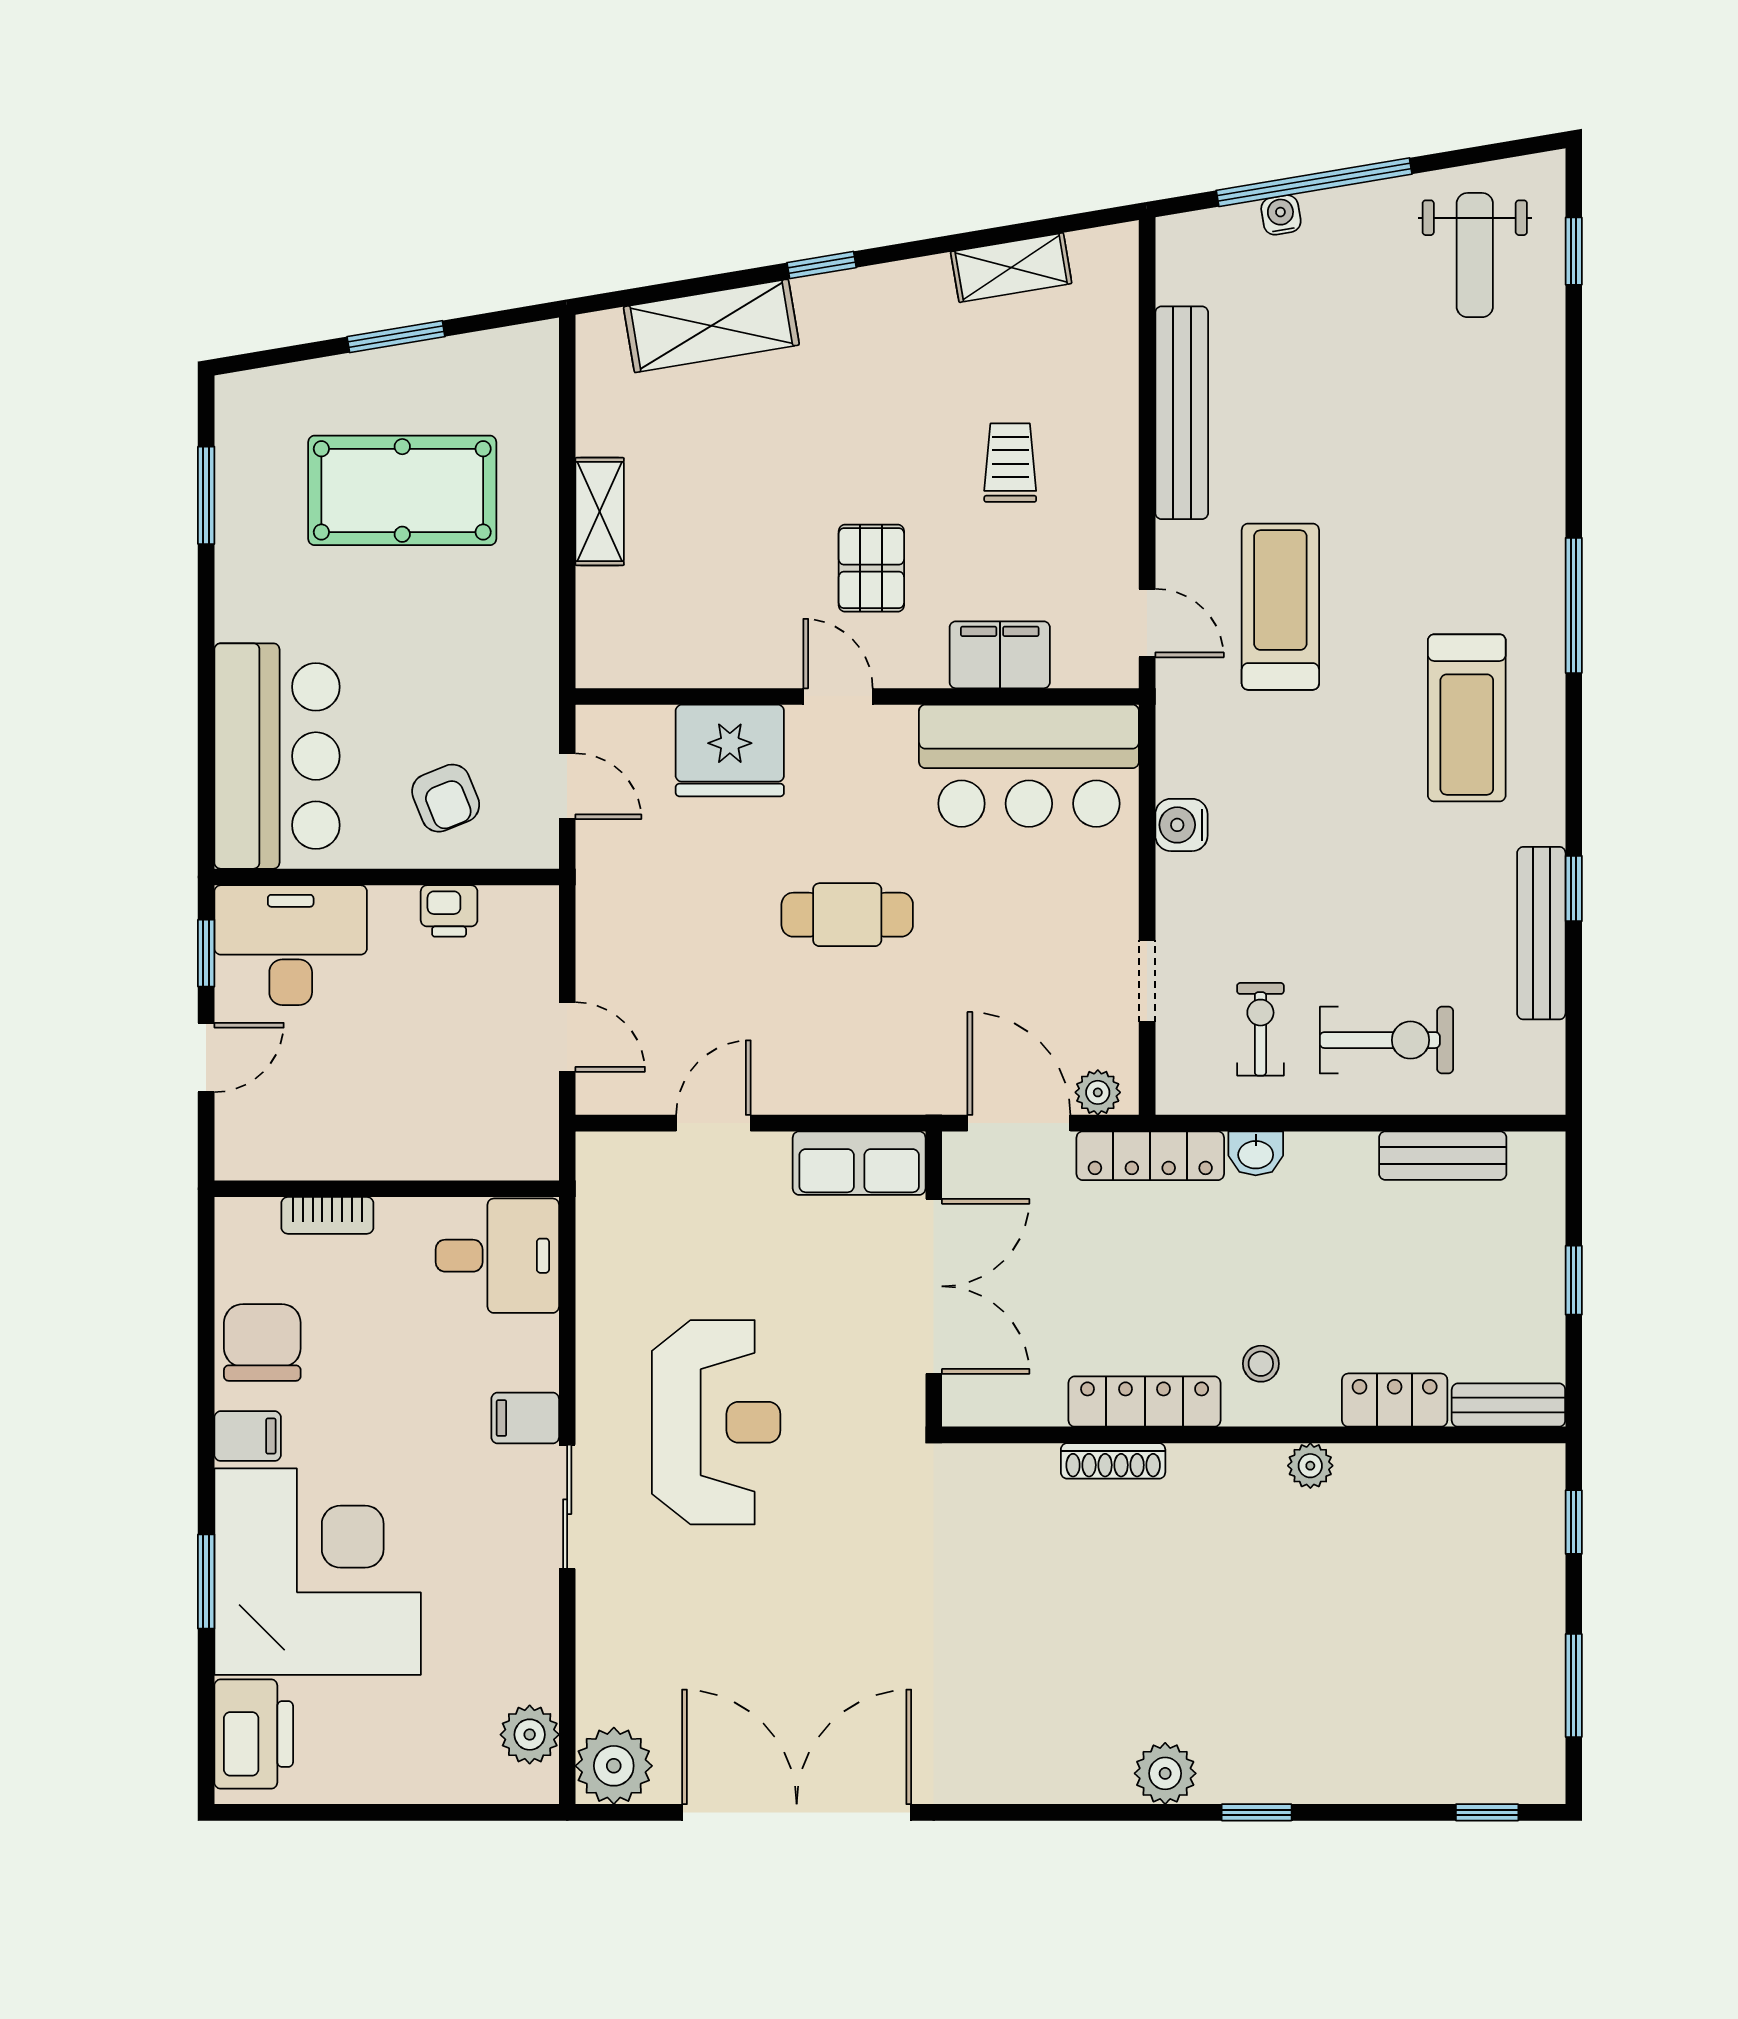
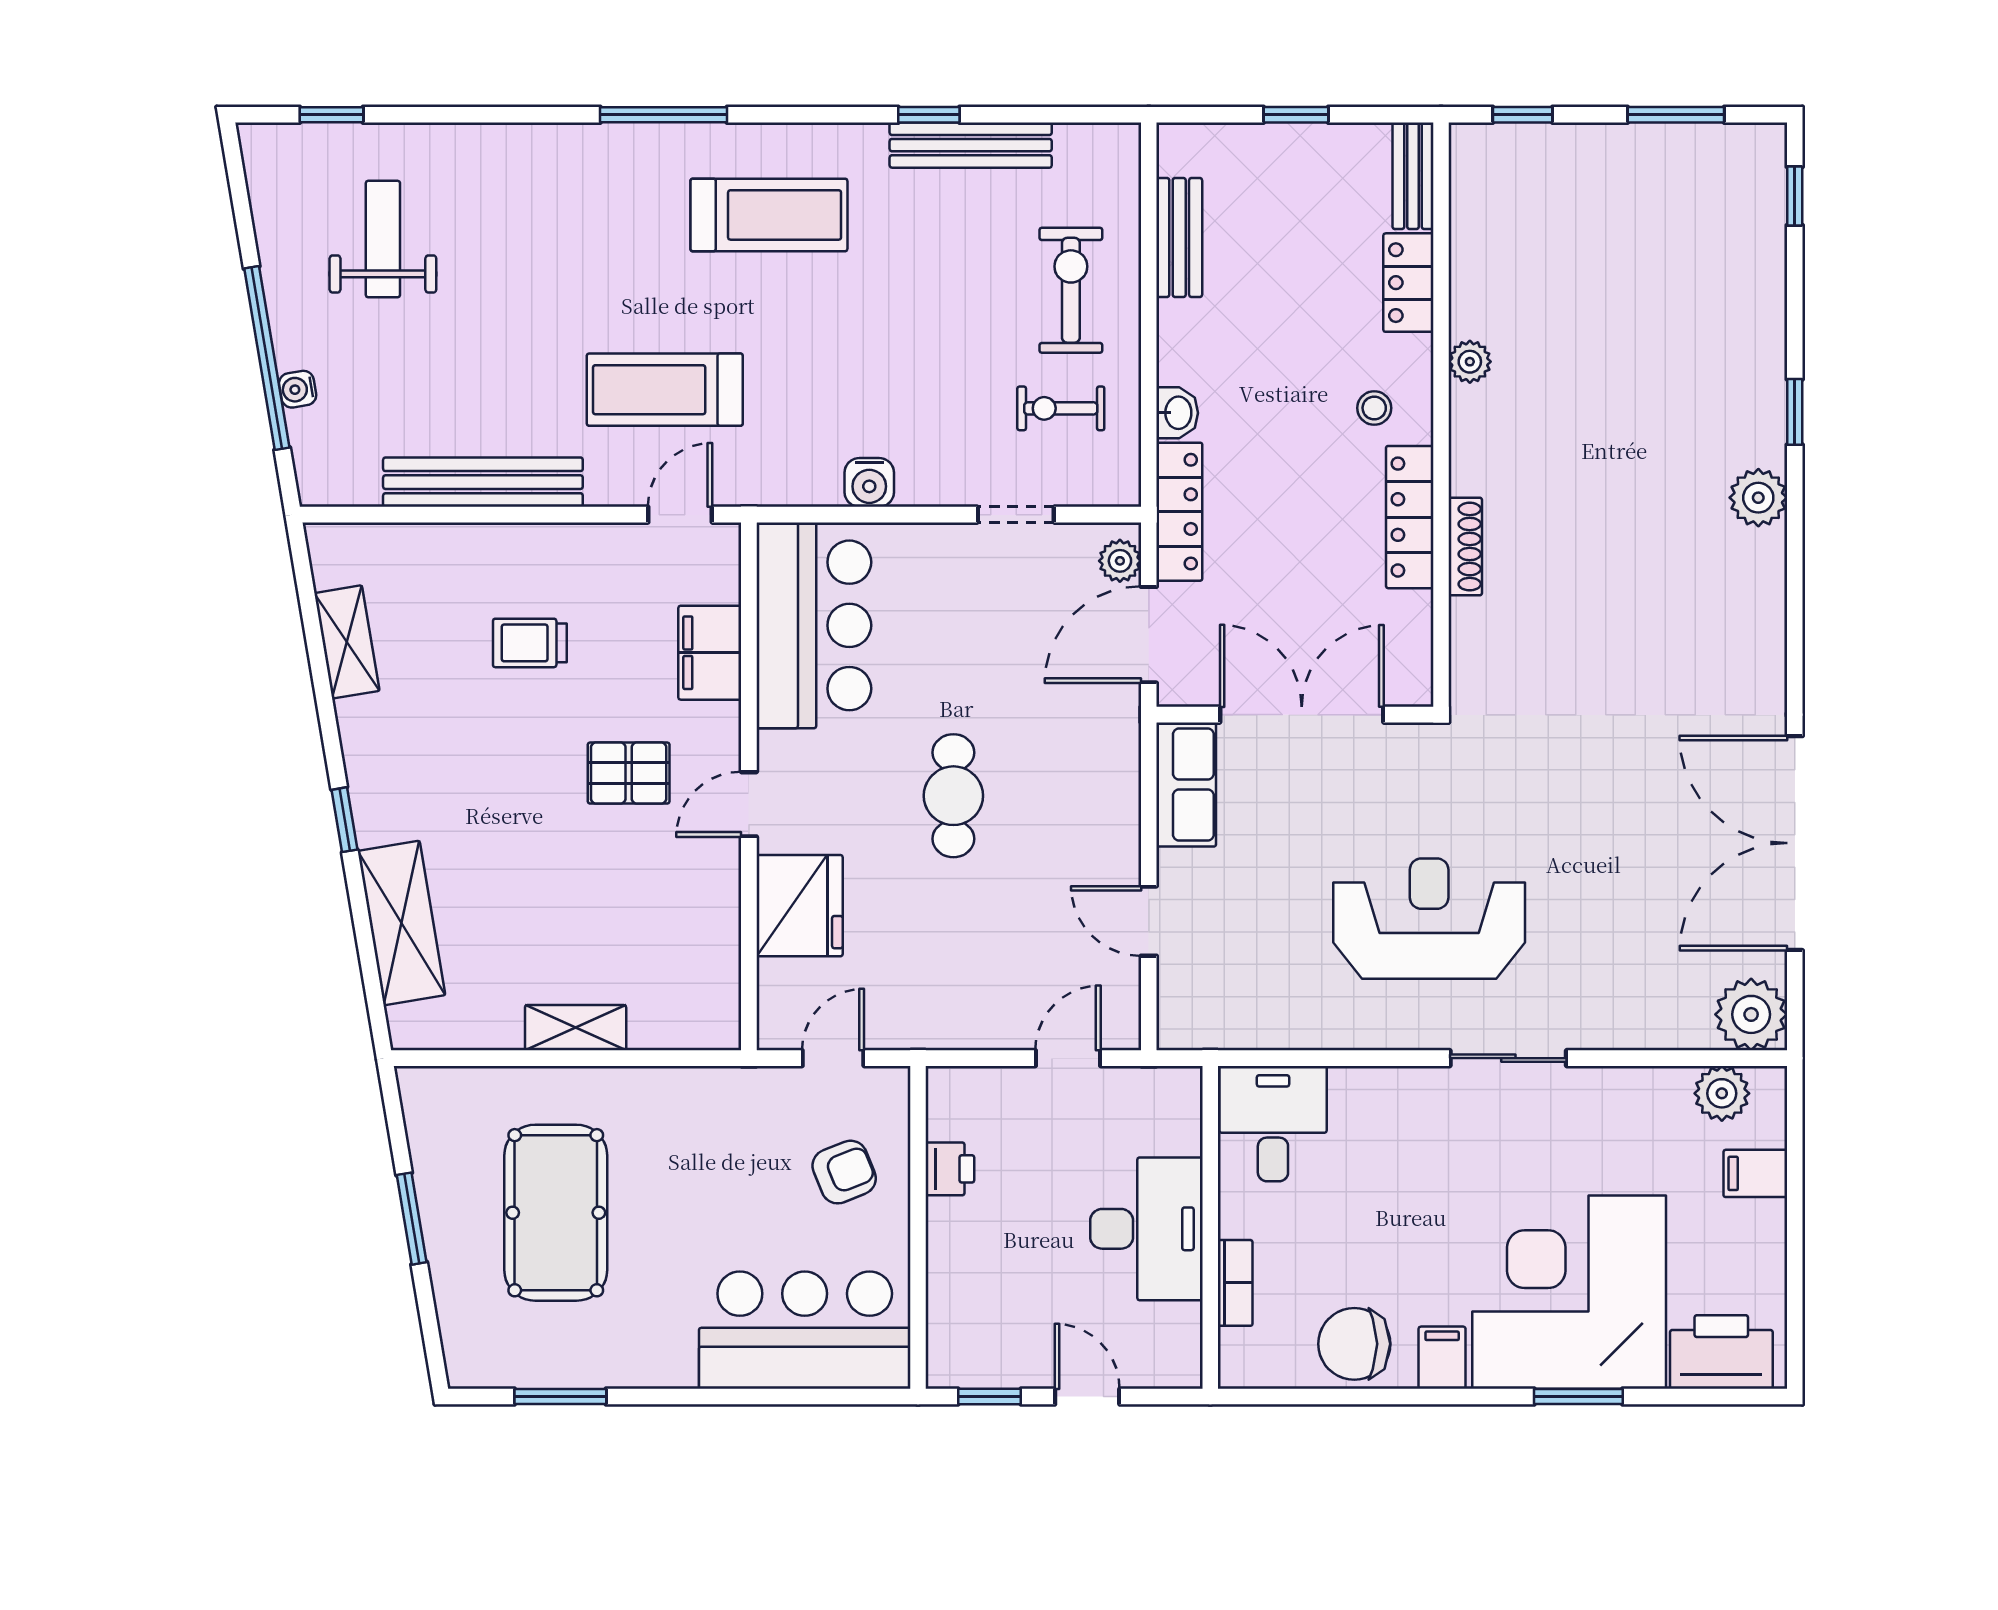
weight bench: (1475, 255) -> (383, 239), moved, turned -90
desk: (291, 945) -> (1146, 1229), moved, turned 180
filing cabinet: (525, 1418) -> (1755, 1173), moved, turned 90

